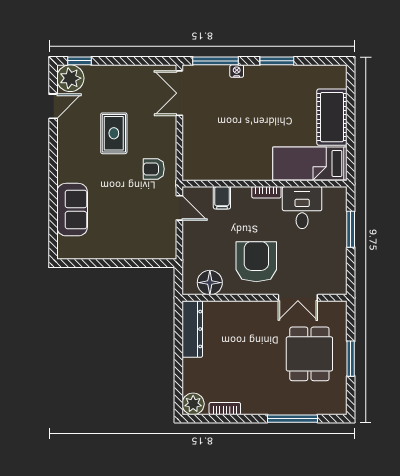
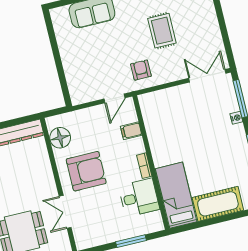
rug: (114, 133) -> (162, 31), turned 90

